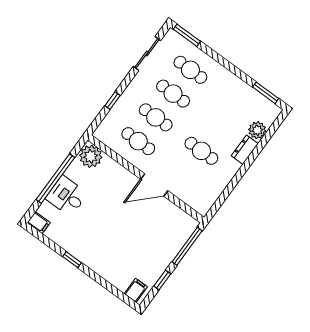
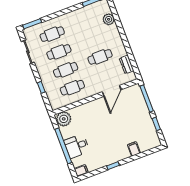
dresser: (245, 150) -> (127, 64), moved
door: (154, 185) -> (112, 91), moved
filing cabinet: (136, 290) -> (134, 149), moved

